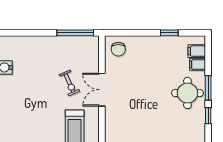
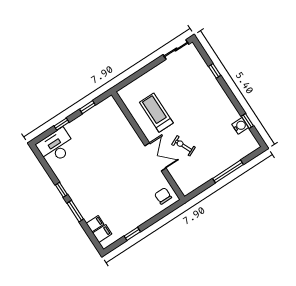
window: (75, 33) -> (228, 171), moved
round table: (187, 93) -> (88, 197), removed

